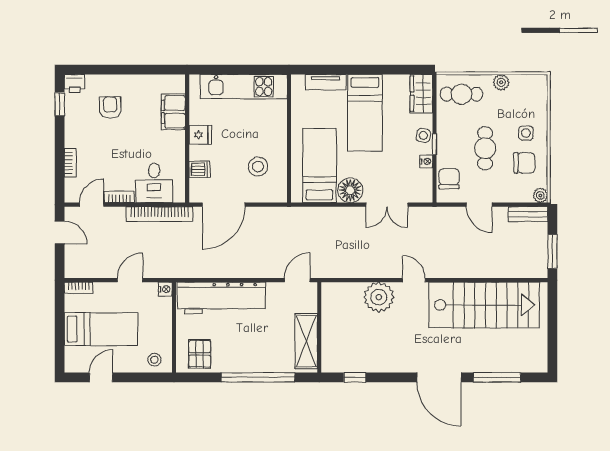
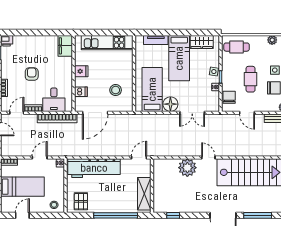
plant: (501, 82) -> (272, 40), moved
wardrobe: (421, 94) -> (202, 42), moved, turned -90
armchair: (110, 107) -> (32, 74), moved
filing cabinet: (173, 112) -> (65, 46), moved

